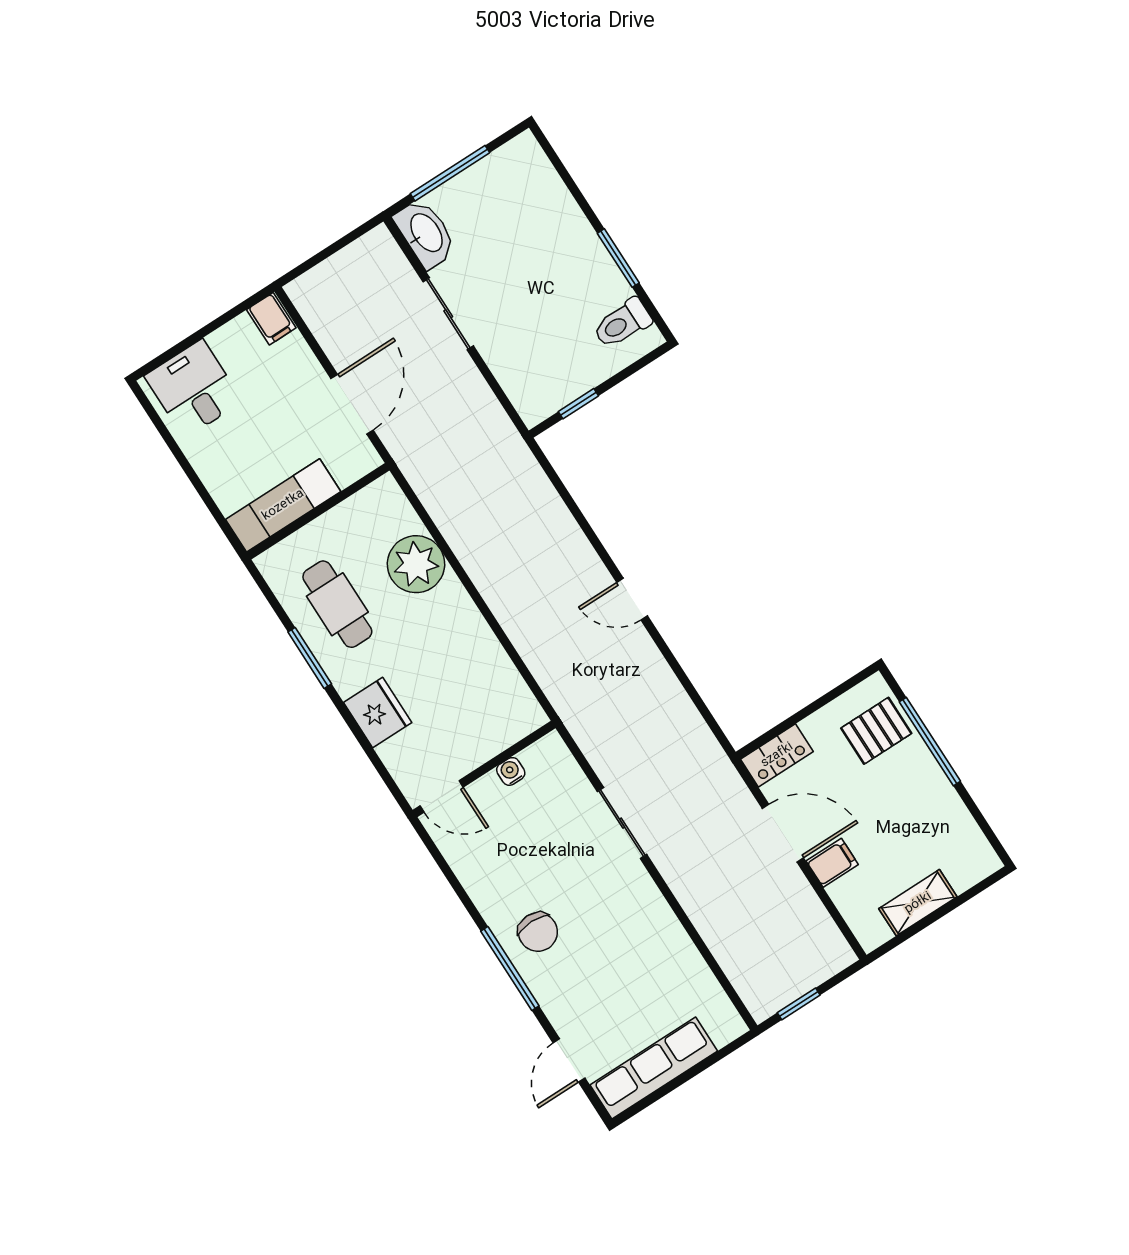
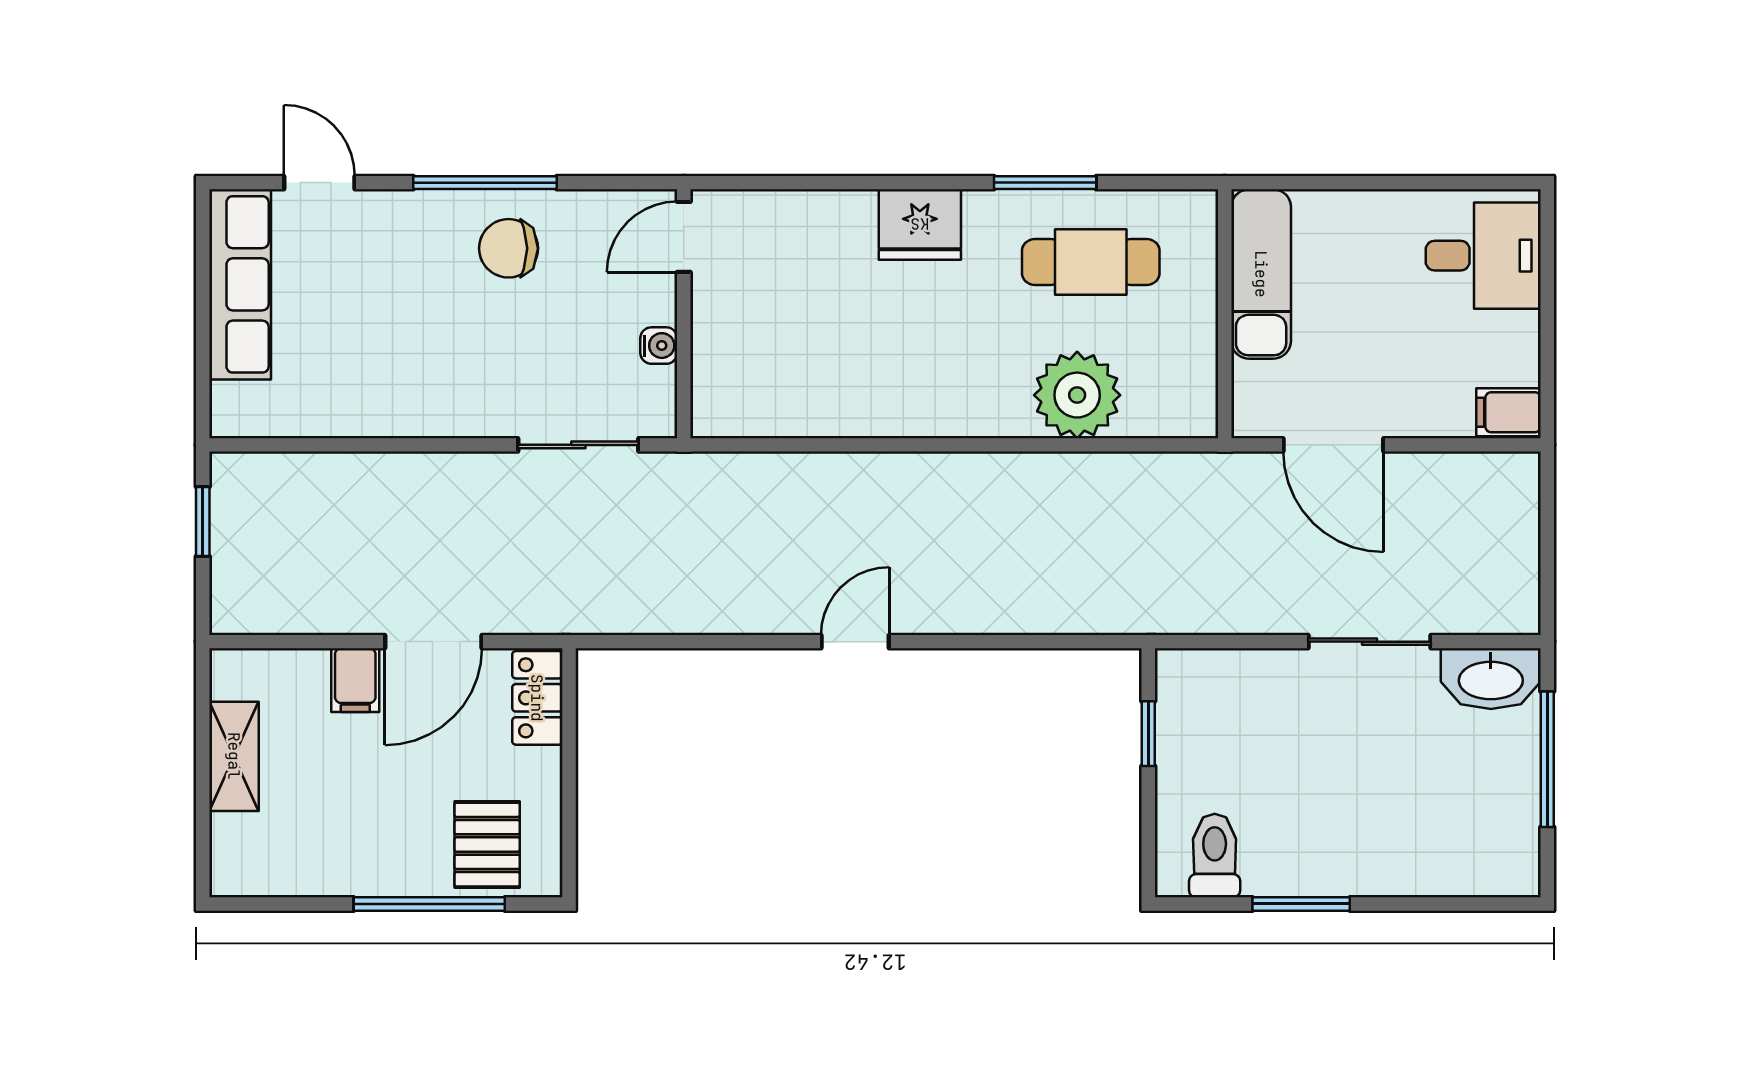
wall: (484, 769) -> (684, 314), moved
water cooler: (511, 771) -> (659, 346), moved
door: (442, 796) -> (684, 237), moved

